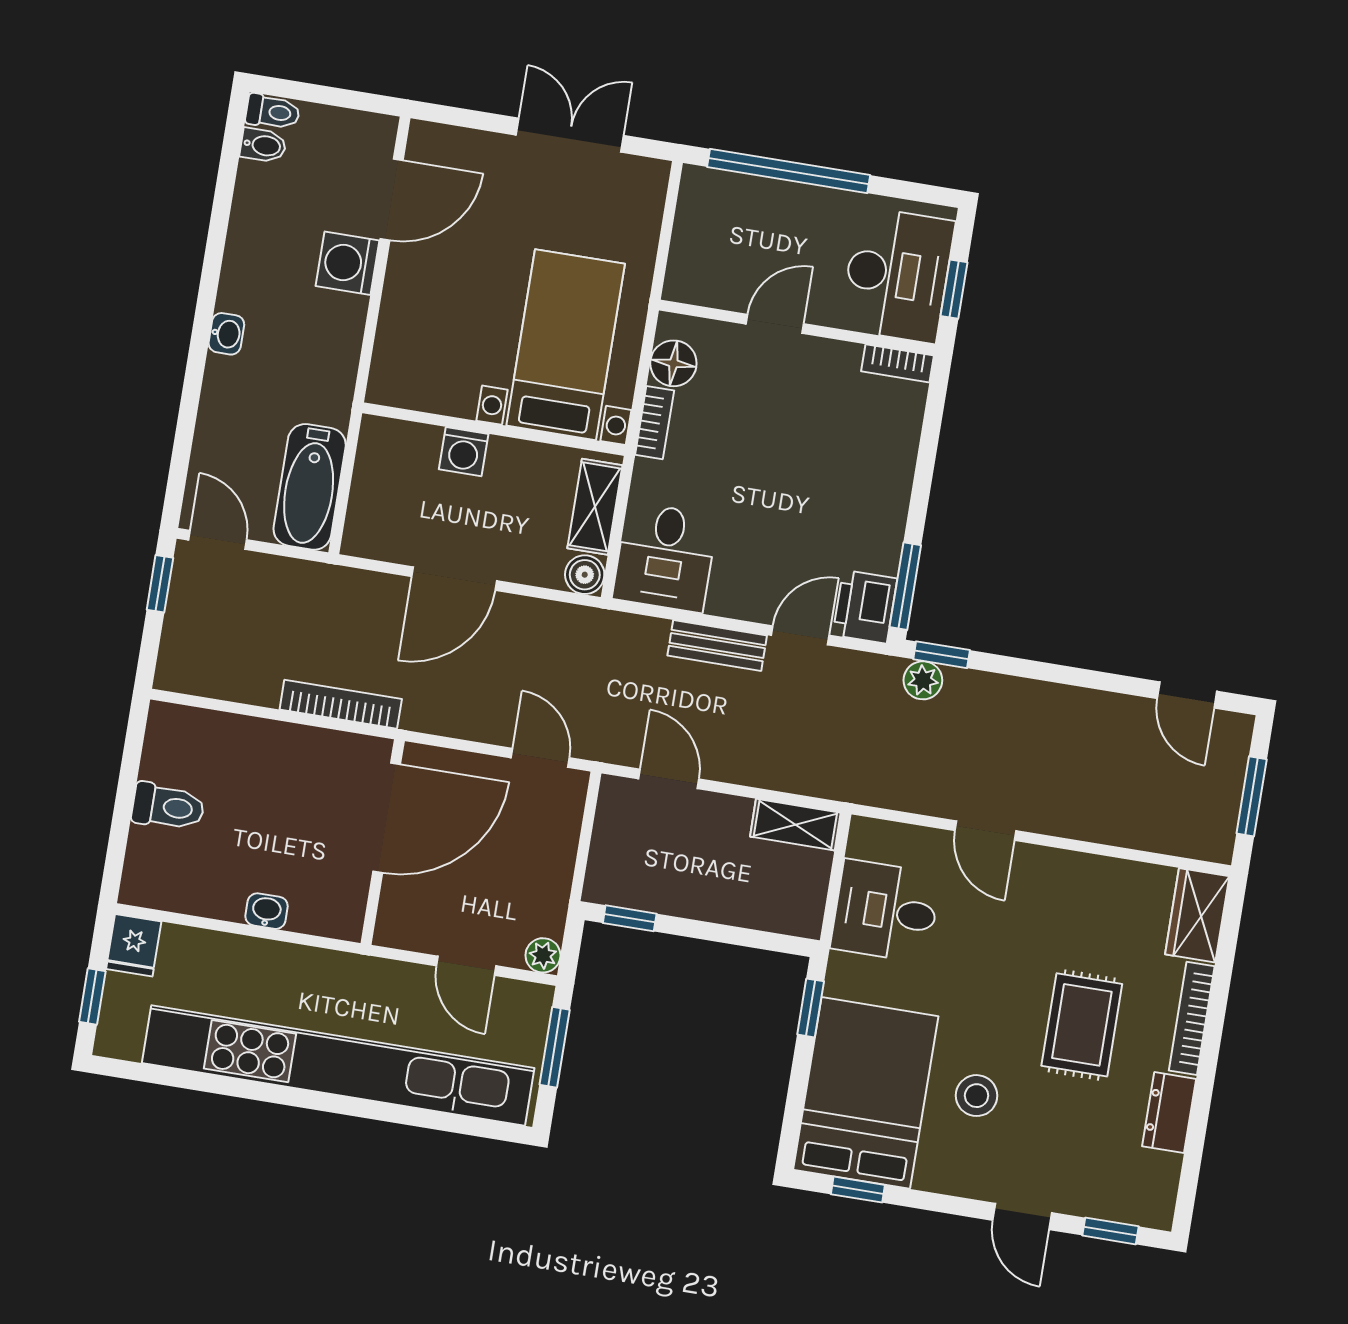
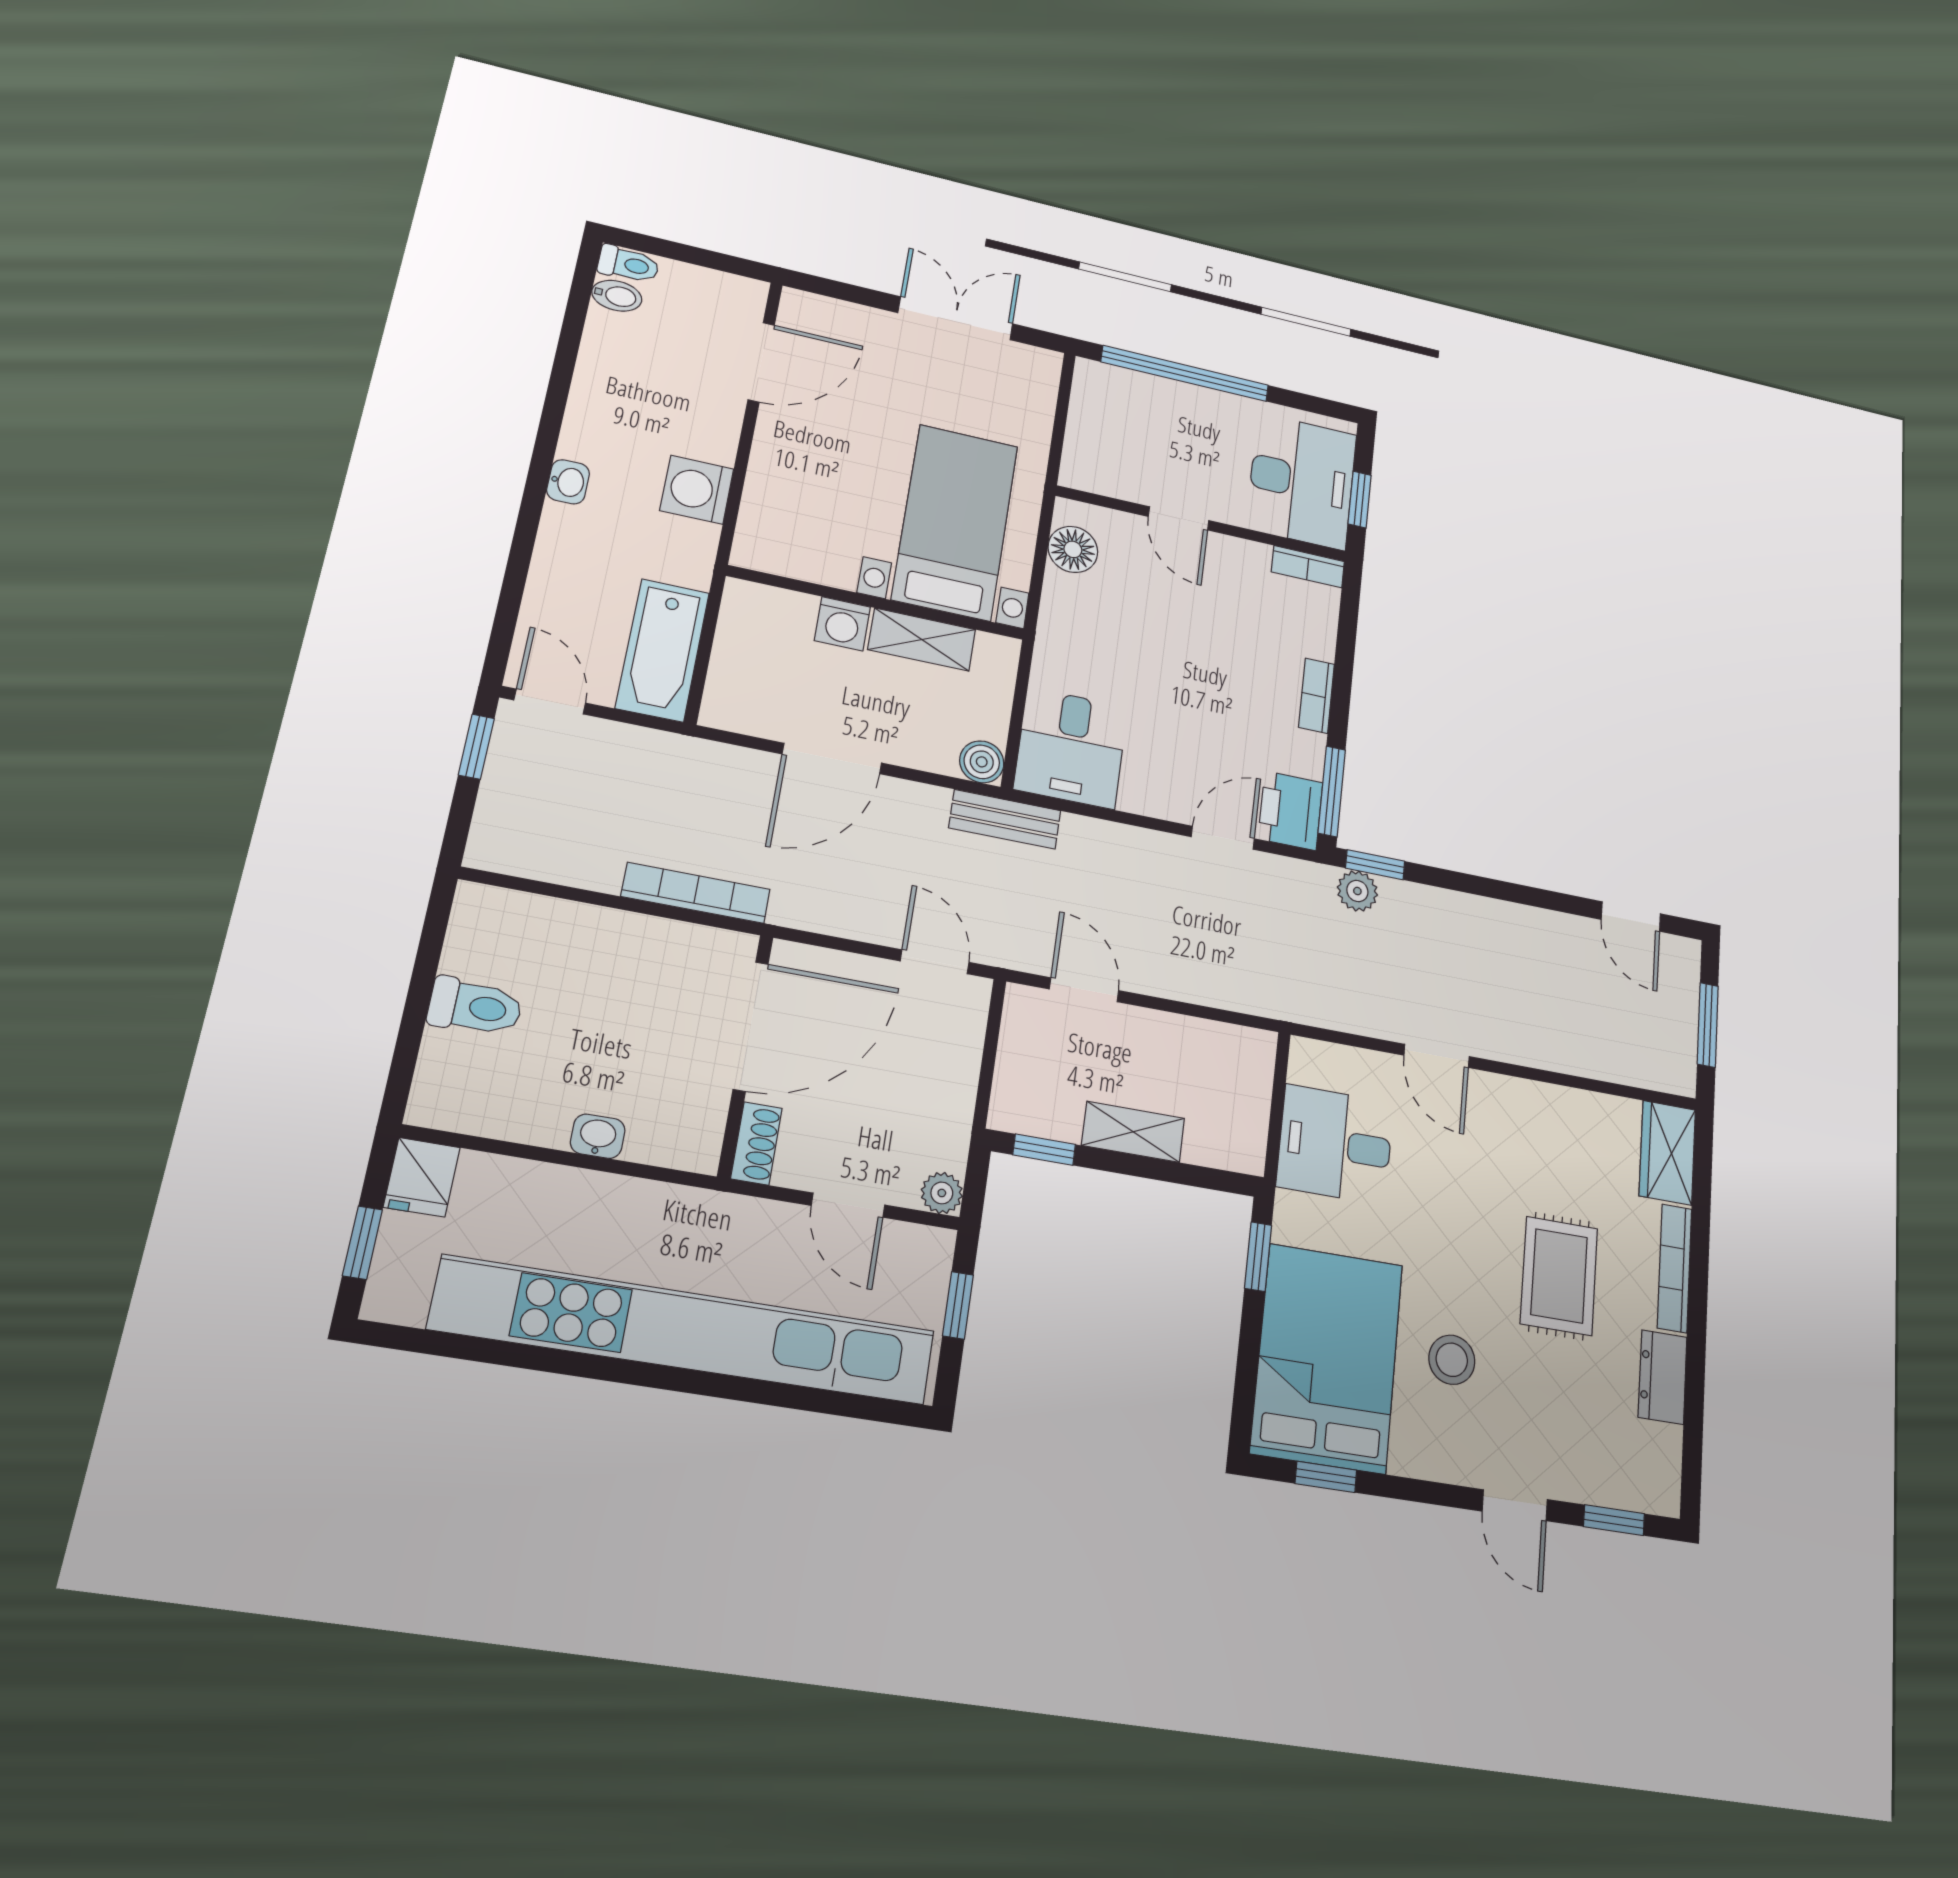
washing machine: (348, 263) -> (697, 490), moved
door: (775, 324) -> (1179, 518), swing flipped
bookcase: (655, 423) -> (1316, 696), moved, turned 180
shelving: (595, 507) -> (922, 640), moved, turned 90
bench: (717, 646) -> (1005, 819), moved
shelving: (795, 825) -> (1133, 1132), moved
shoe rack: (392, 916) -> (756, 1143), added
window: (555, 1047) -> (958, 1305), width x0.67

